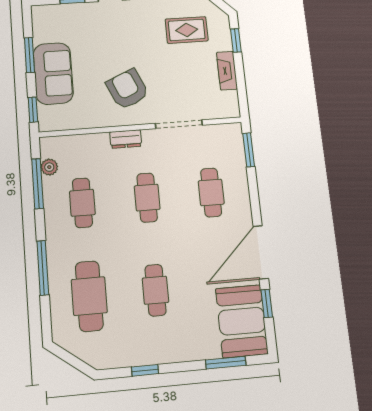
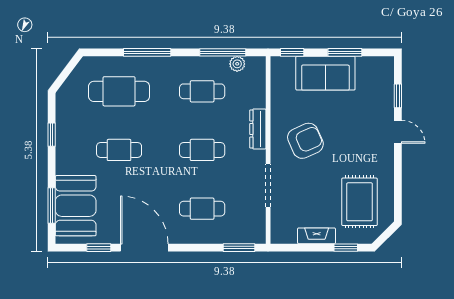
rug: (187, 30) -> (360, 202), width x1.36, depth x1.43
dresser: (126, 139) -> (258, 129), width x1.44
booth: (242, 321) -> (76, 206), moved, turned 90

